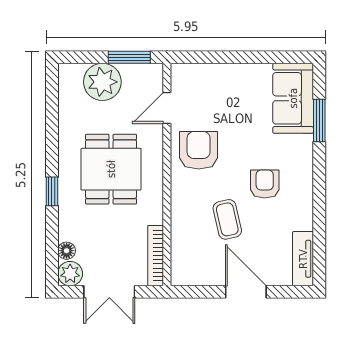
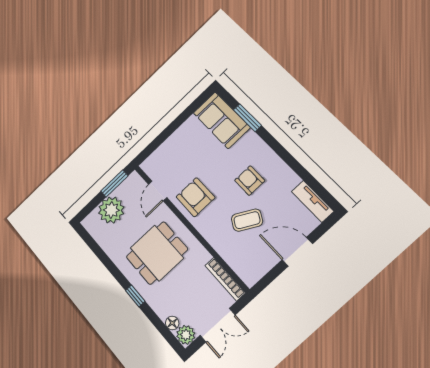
dining table: (111, 169) -> (157, 253), turned 90
coffee table: (227, 219) -> (247, 220), turned -48

